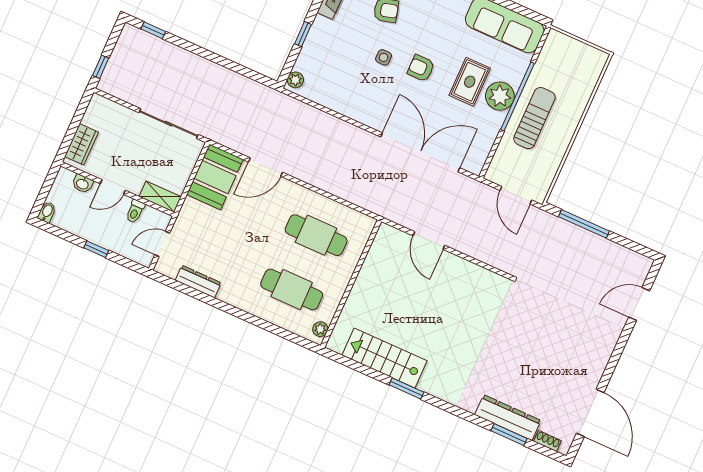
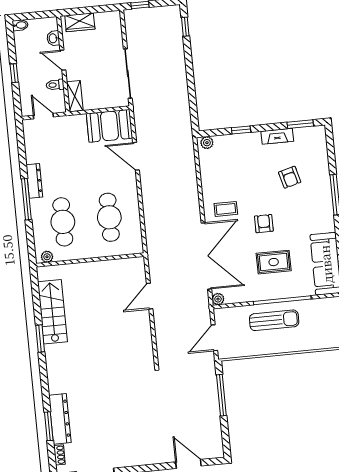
side table: (384, 57) -> (257, 194), removed
plant: (500, 96) -> (218, 299), moved, width x0.53, depth x0.53
coffee table: (381, 101) -> (226, 209), added
dresser: (198, 282) -> (34, 181), moved
window: (244, 315) -> (26, 199), added

